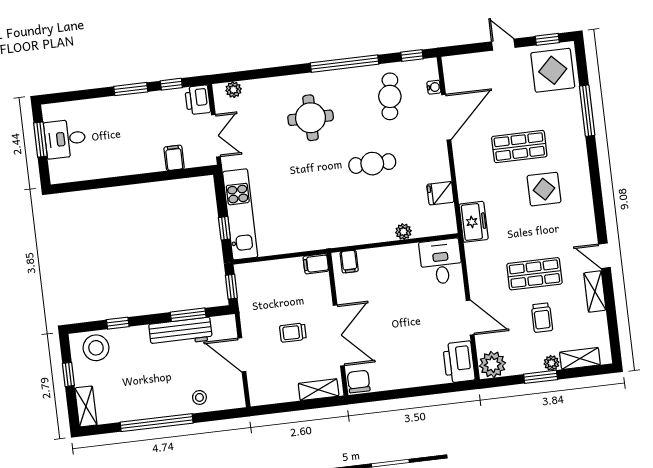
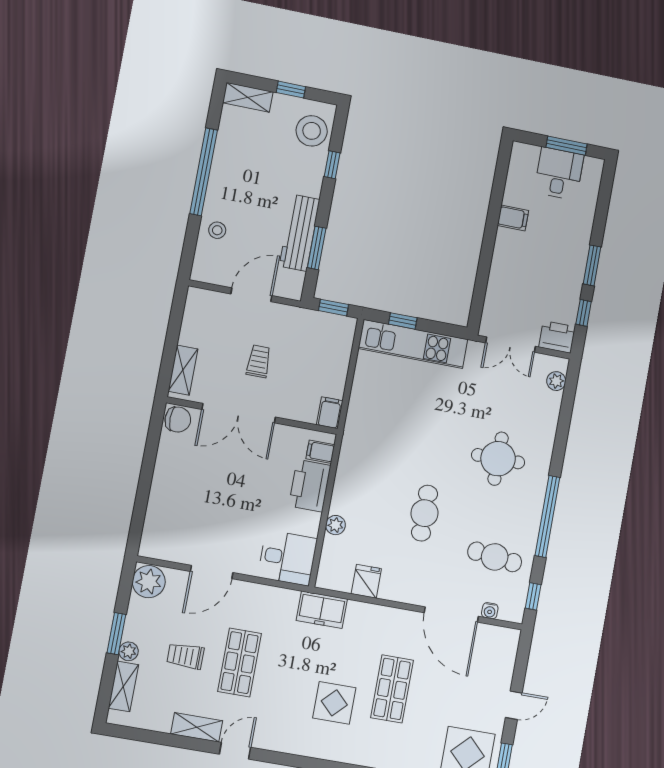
filing cabinet: (174, 158) -> (513, 218), moved
printer: (459, 362) -> (310, 486), moved, turned -90

